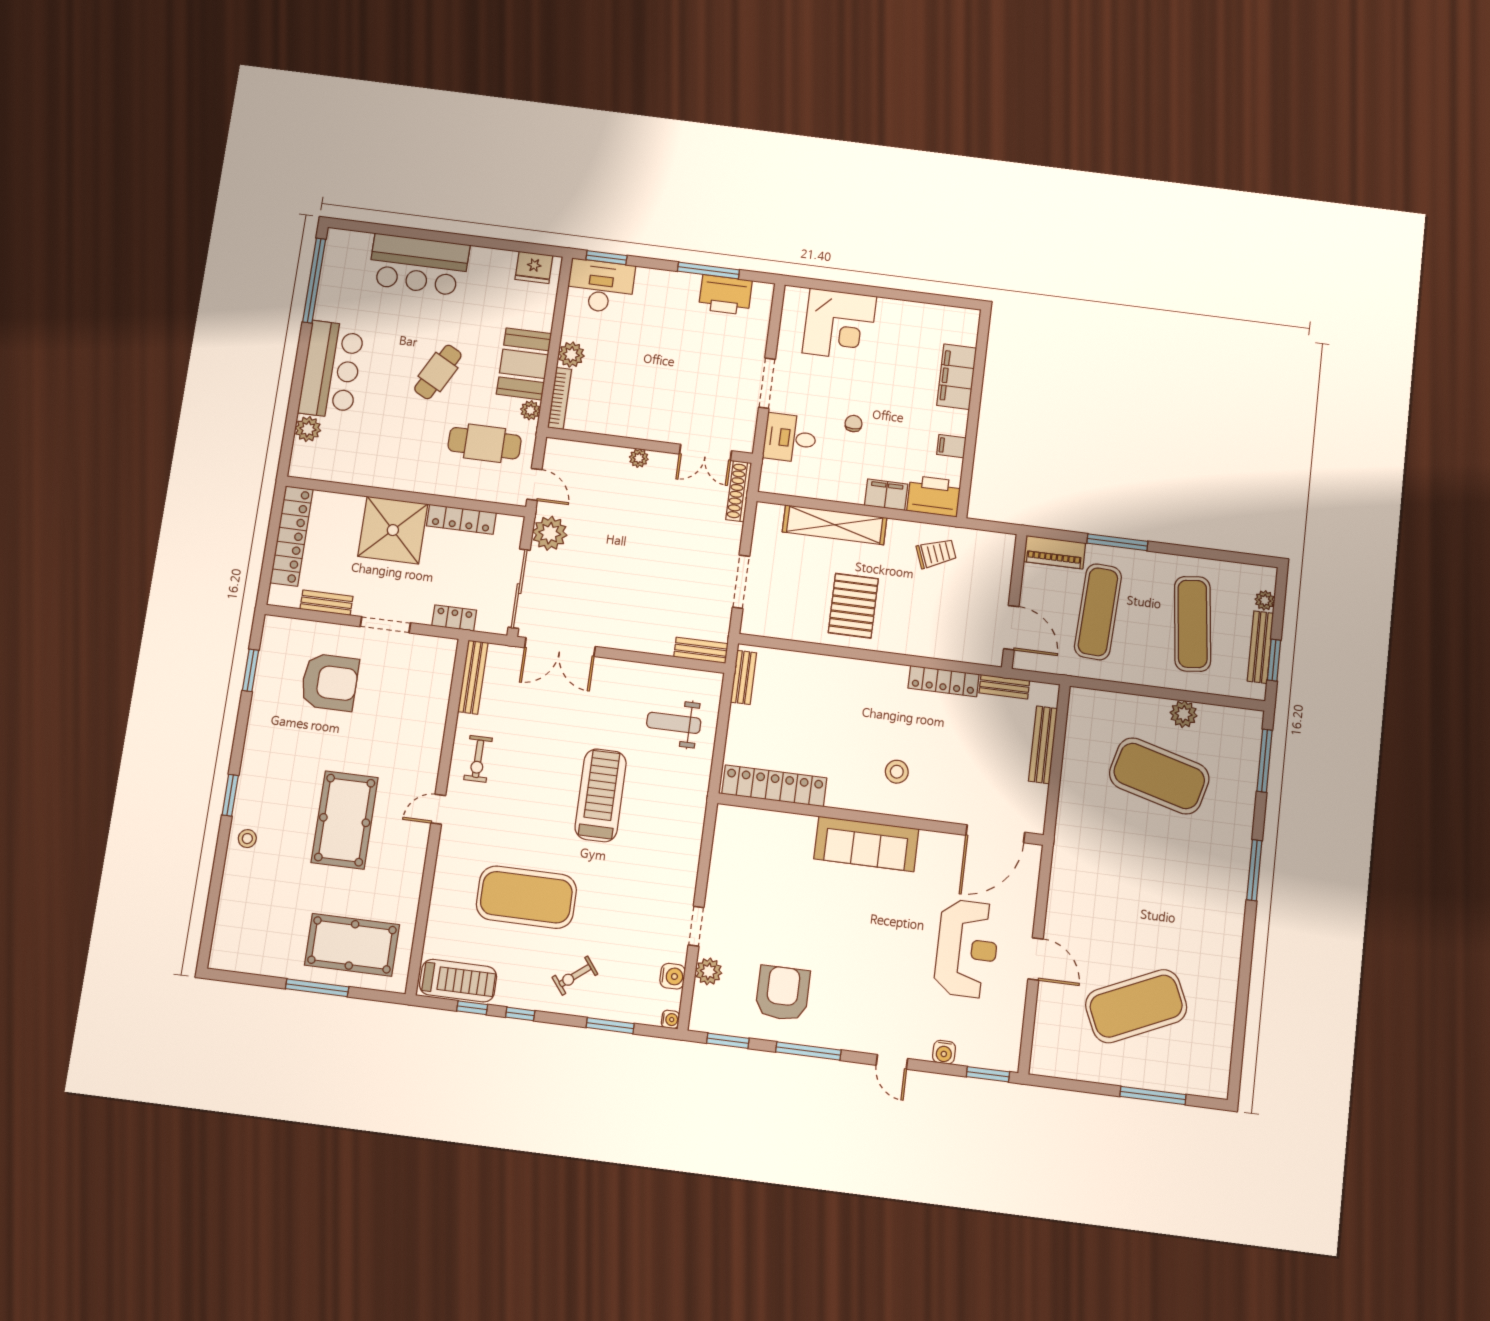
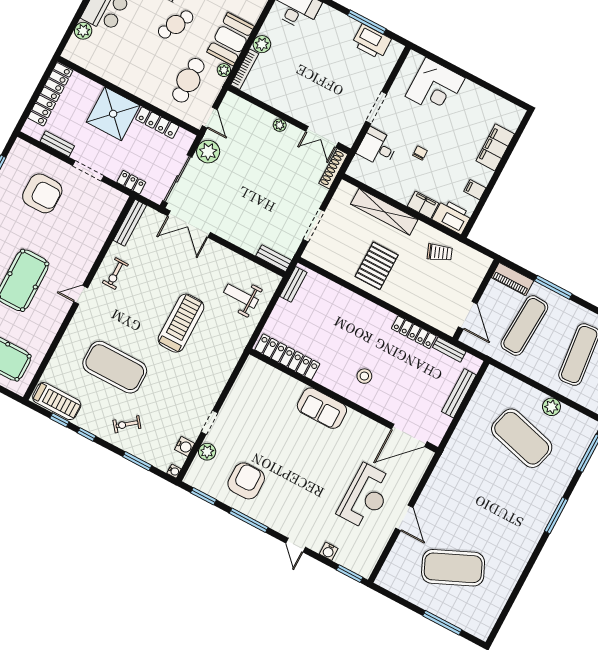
cafe table: (485, 443) -> (188, 80), turned 90
sofa: (866, 844) -> (322, 408), width x0.73

